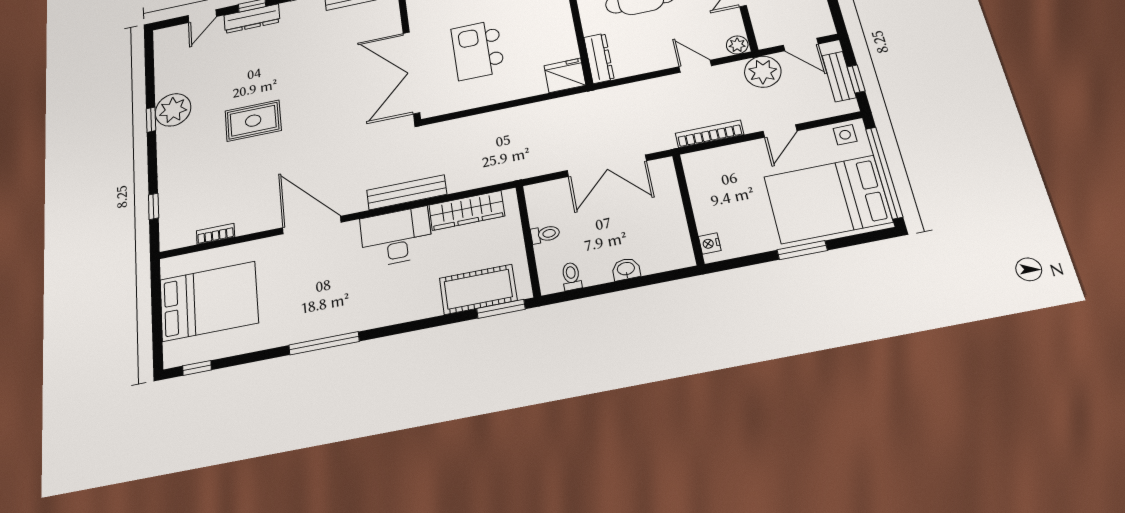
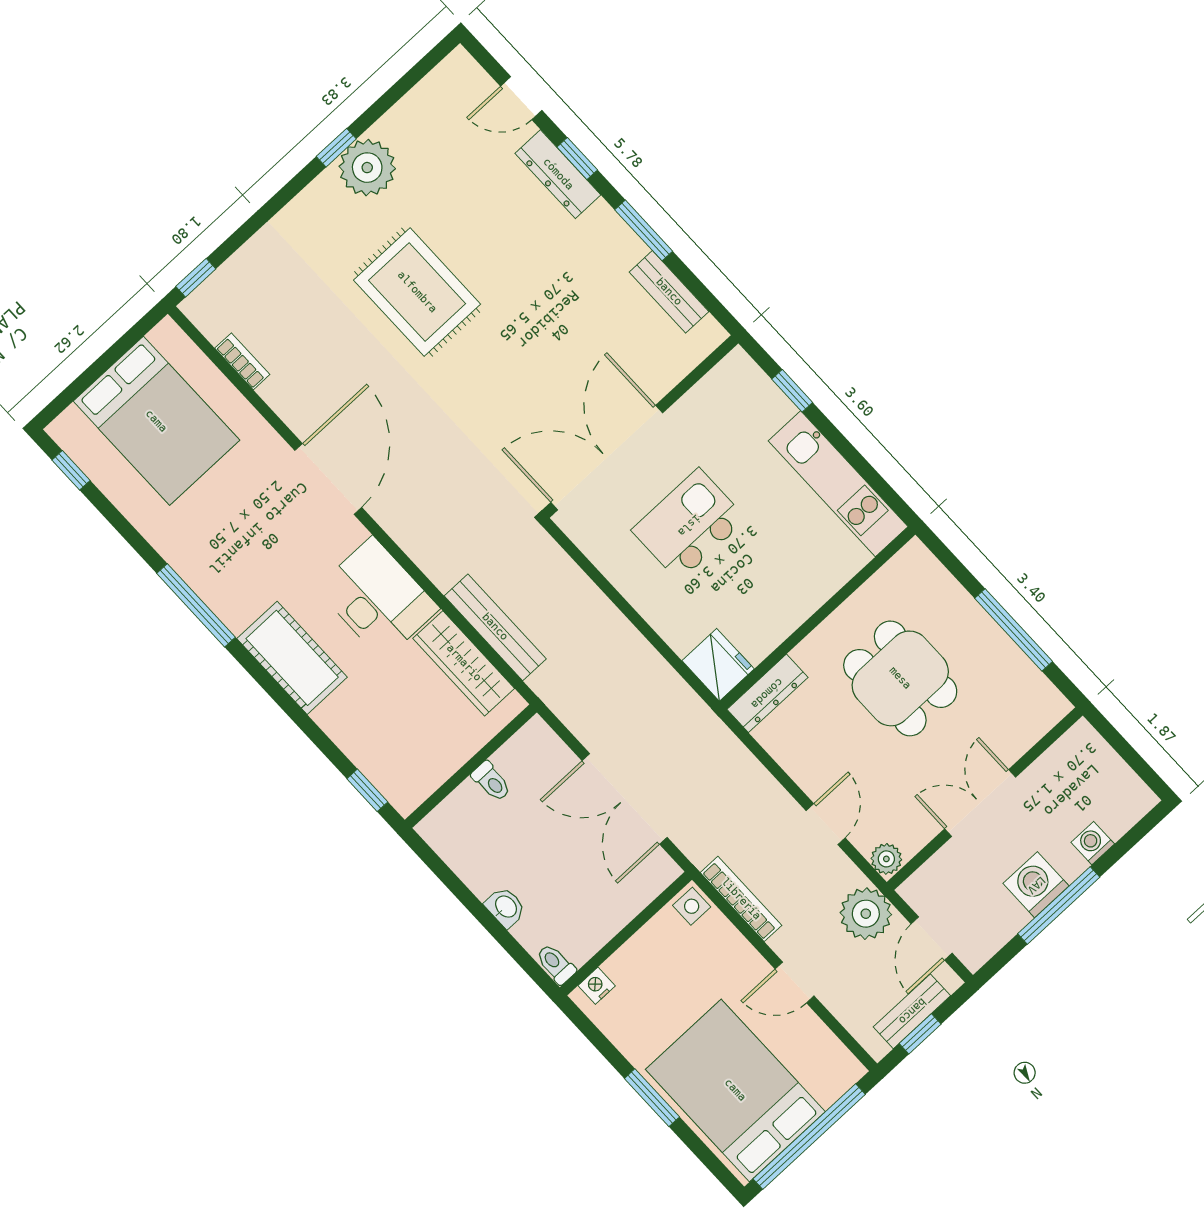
rug: (253, 121) -> (417, 292), width x1.36, depth x1.43
side table: (845, 135) -> (692, 906), moved
bench: (407, 192) -> (495, 627), moved
window: (154, 206) -> (196, 278), moved
toilet: (571, 276) -> (556, 964), moved, turned -90
cot: (478, 289) -> (292, 658), moved
window: (501, 309) -> (367, 790), width x0.67

